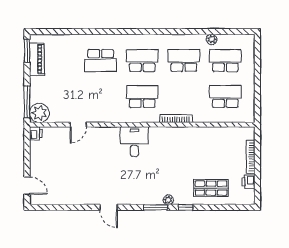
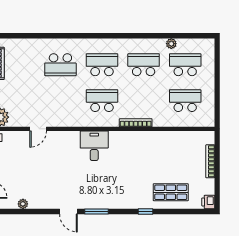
printer: (249, 182) -> (208, 202), moved
plant: (168, 200) -> (23, 204), moved
window: (156, 207) -> (96, 211), moved

